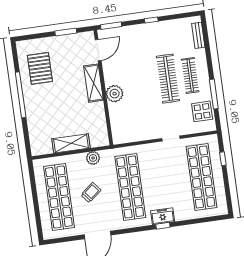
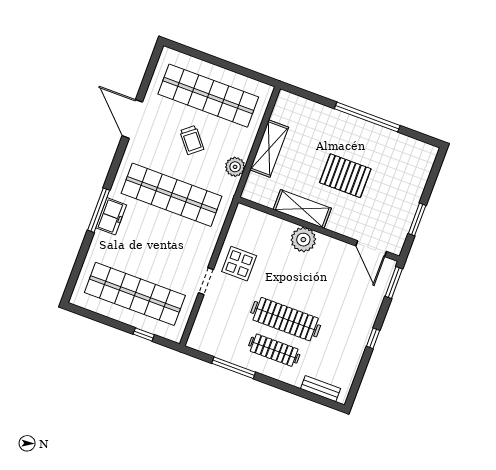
pallet: (40, 68) -> (345, 176), moved
shelving: (94, 83) -> (302, 209), moved
display table: (202, 111) -> (239, 264), moved
window: (163, 226) -> (99, 210), width x2.17

